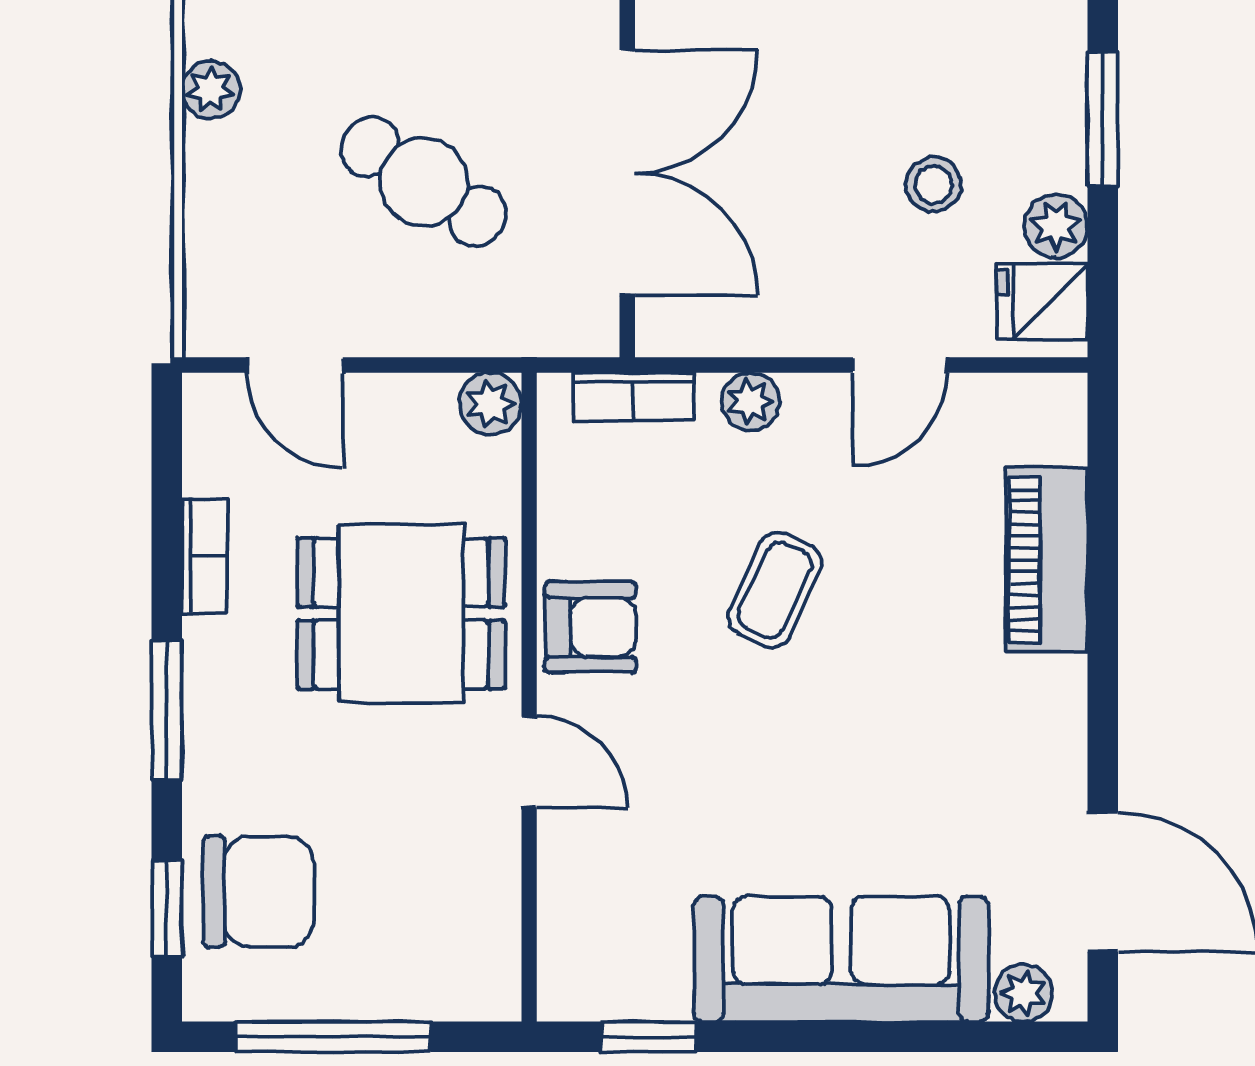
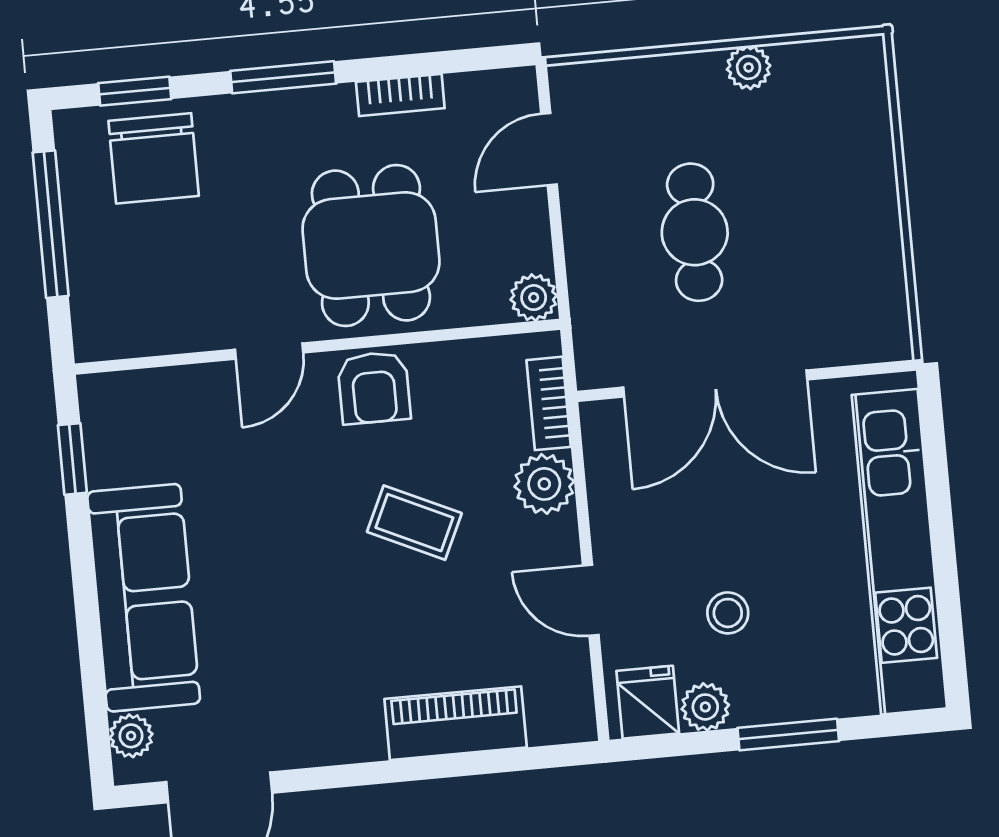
cafe table: (423, 182) -> (695, 232), turned -33
plant: (750, 402) -> (544, 484), width x1.38, depth x1.38

